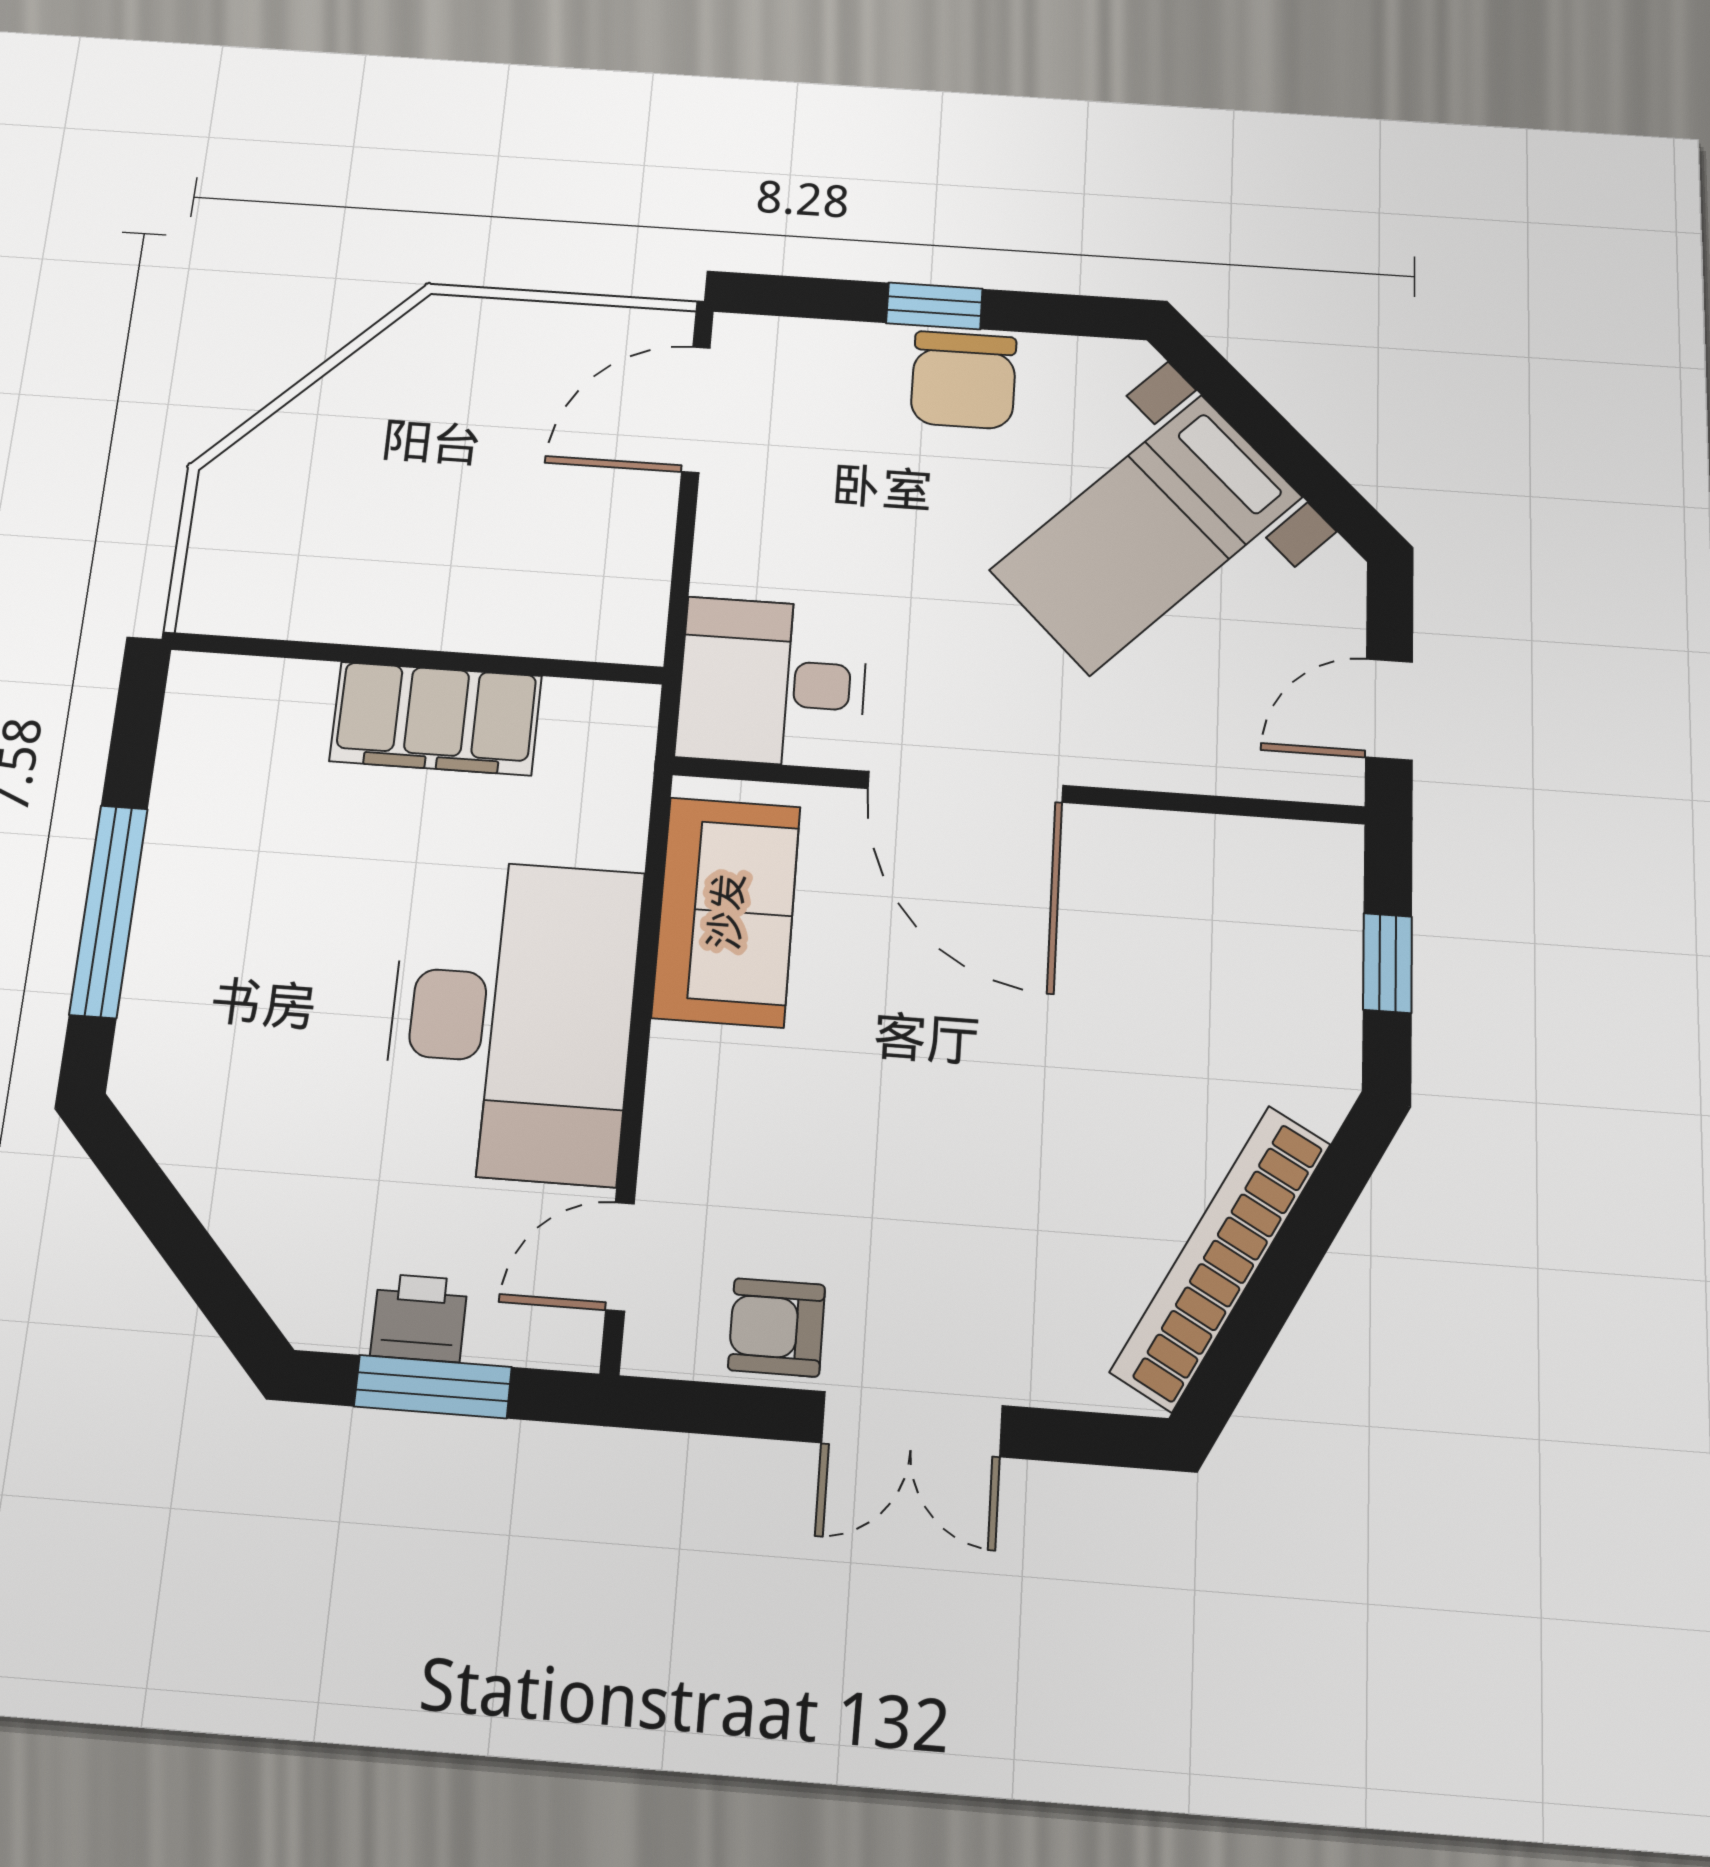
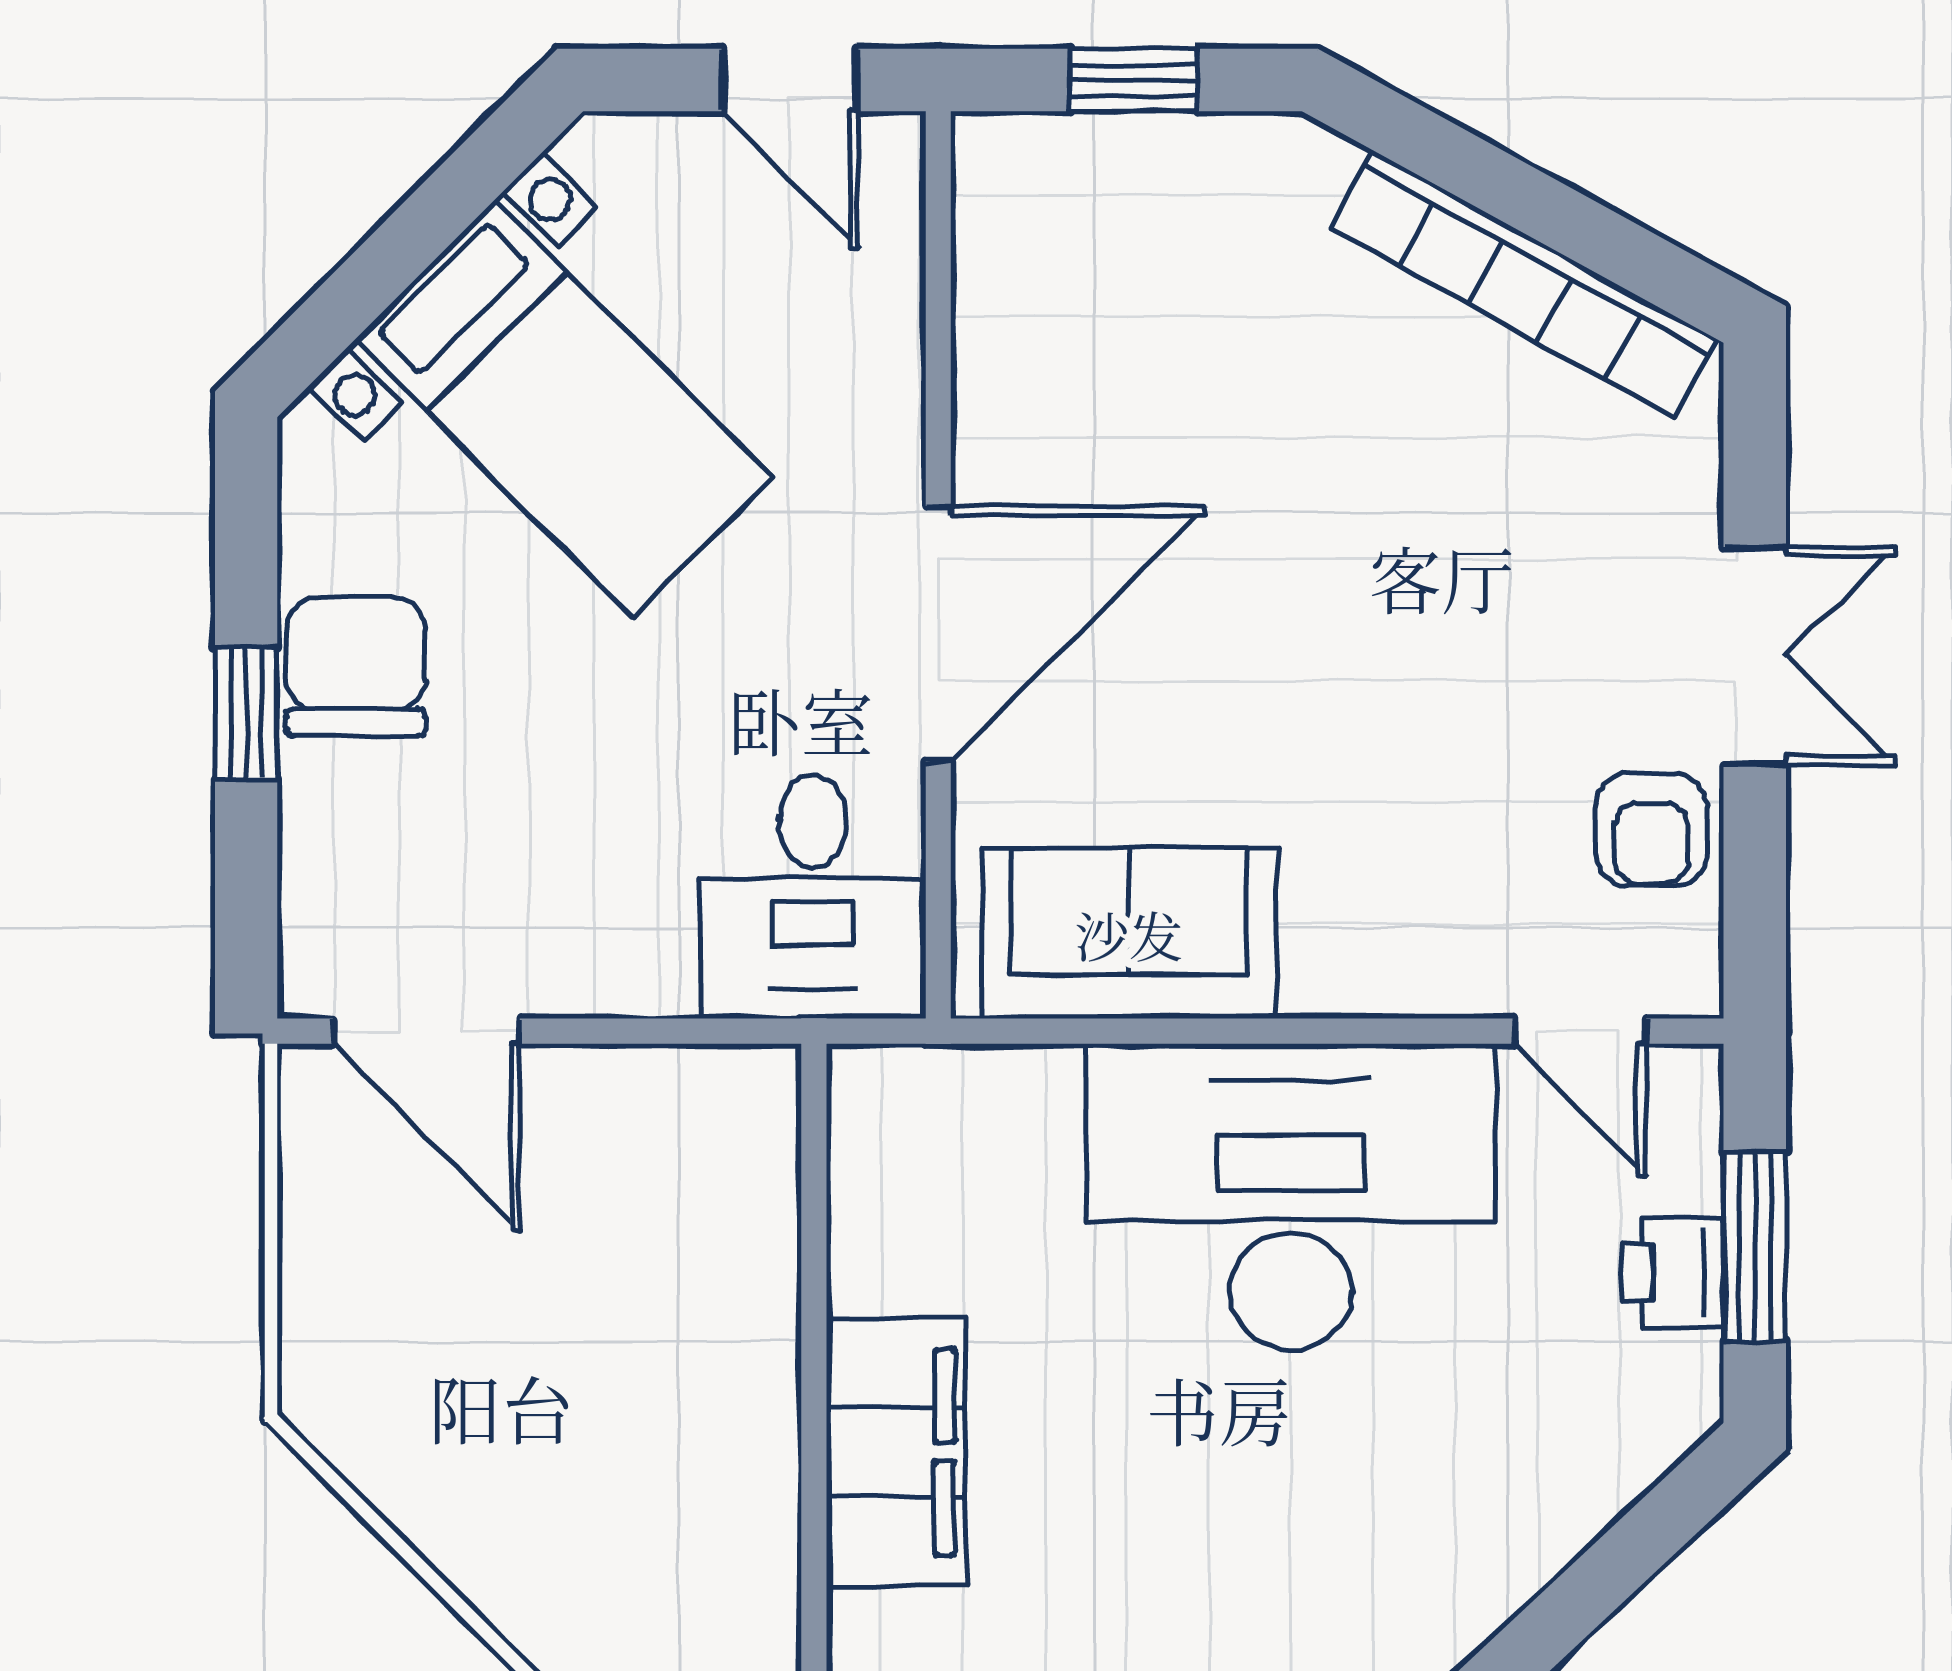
chair: (963, 380) -> (356, 667), turned -90
filing cabinet: (436, 719) -> (896, 1452), moved

